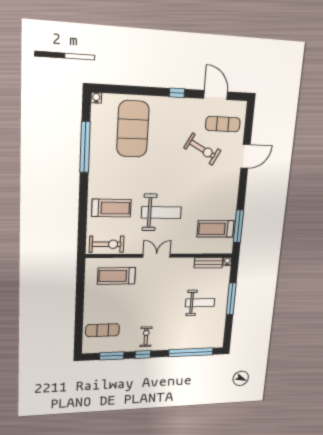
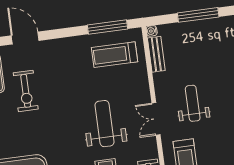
exercise bike: (202, 149) -> (26, 91), turned 152
treadmill: (216, 229) -> (114, 55), turned 90
weight bench: (200, 303) -> (193, 103), moved

